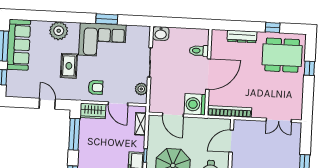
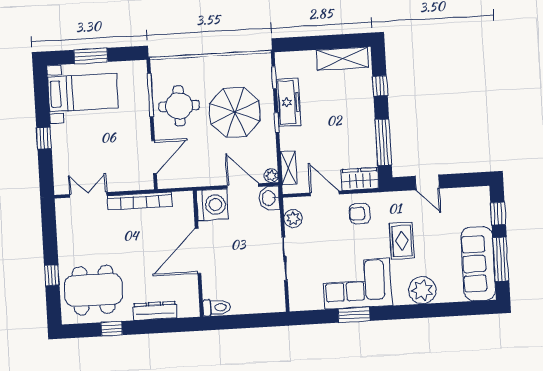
washbasin: (161, 33) -> (269, 198), moved, turned -90
toilet: (199, 51) -> (217, 307), moved
bookcase: (229, 112) -> (140, 201), moved
plant: (153, 120) -> (271, 176), added

